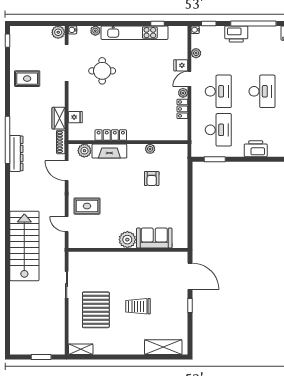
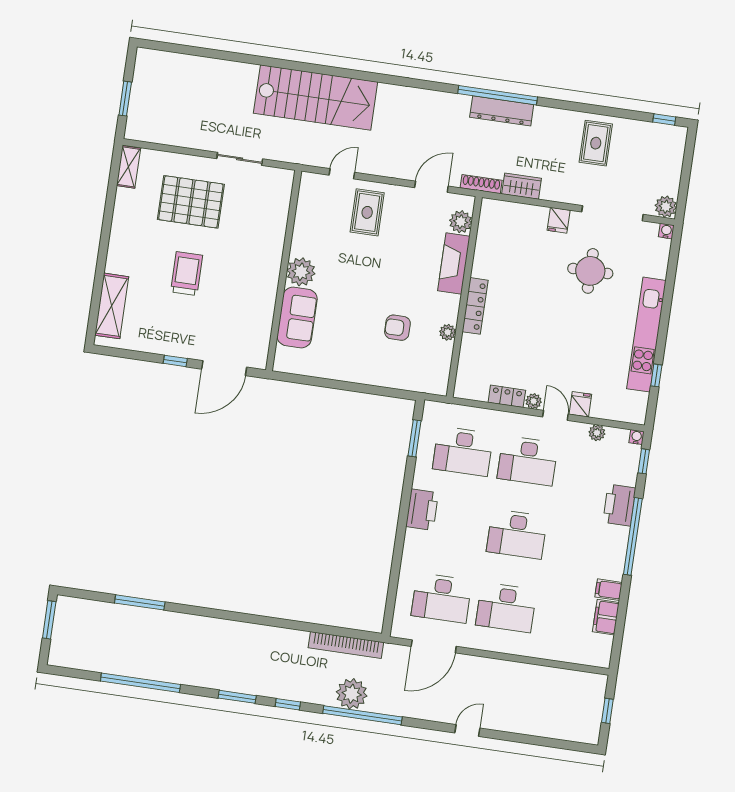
plant: (95, 31) -> (659, 269), removed
fridge: (75, 117) -> (559, 220), moved
locker: (111, 135) -> (475, 306), moved
dresser: (16, 153) -> (502, 111), moved

